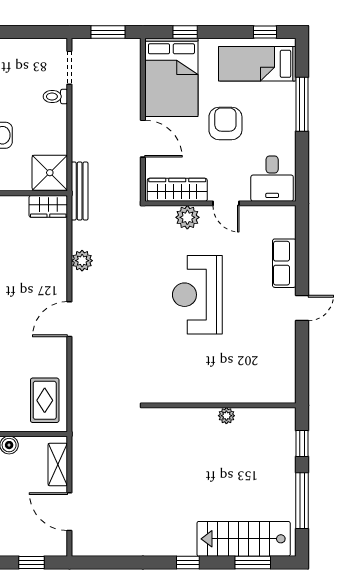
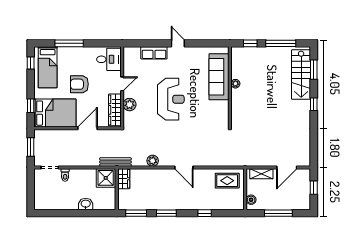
reception desk: (197, 295) -> (171, 99), turned -90
sofa: (239, 385) -> (219, 77), added

